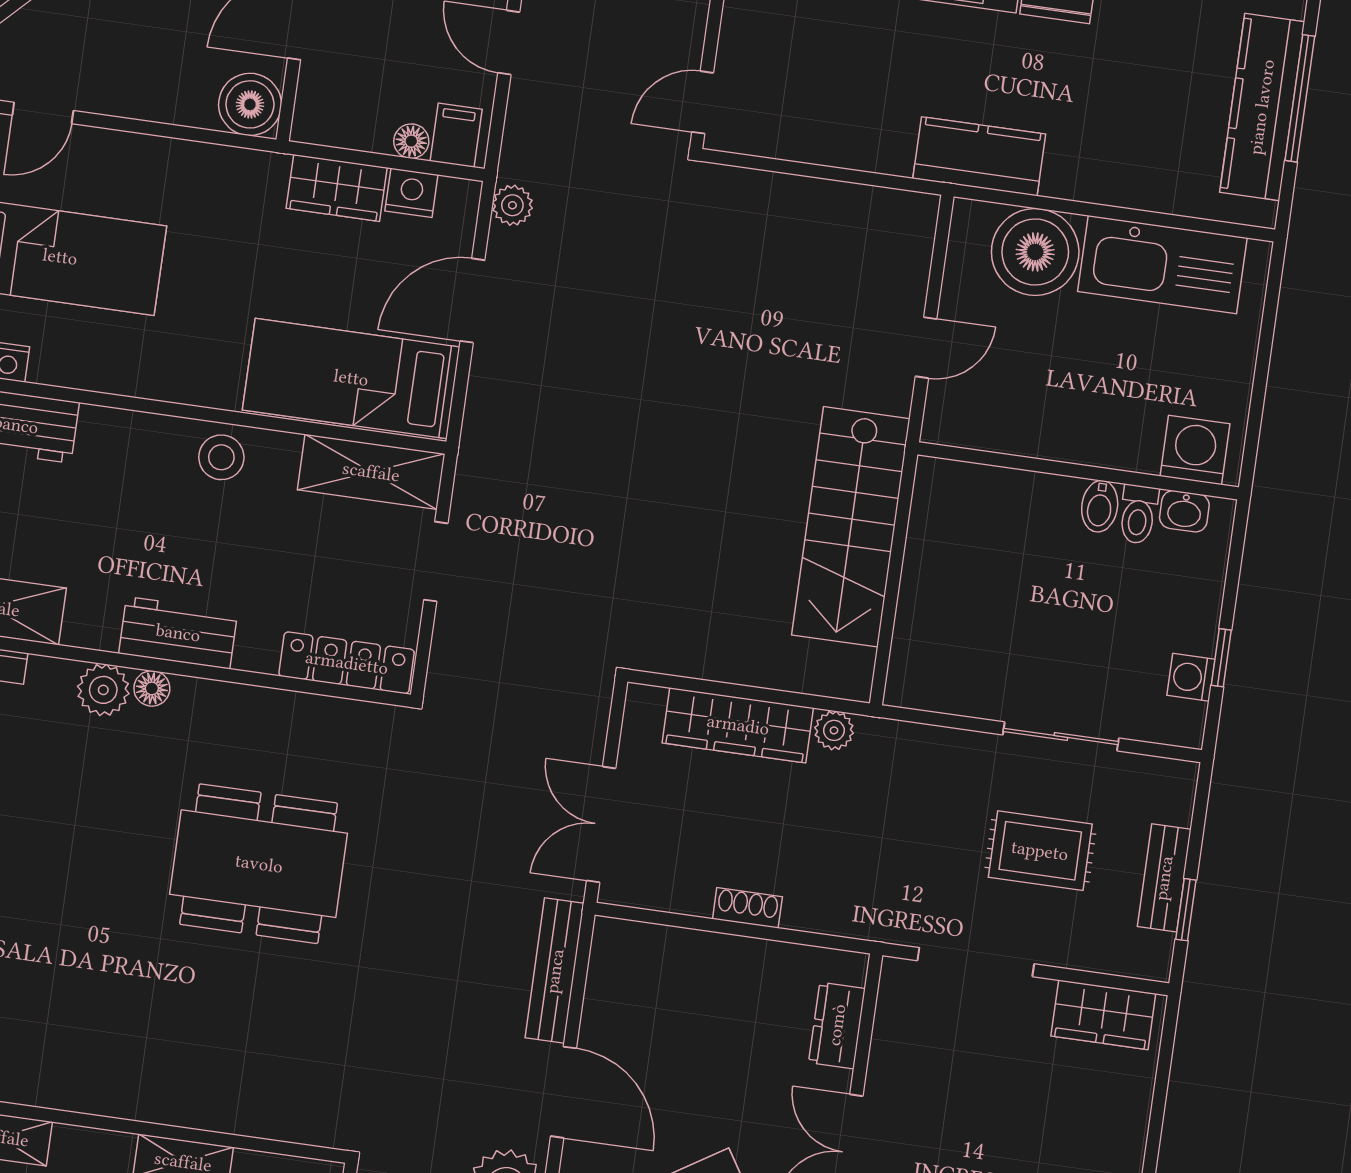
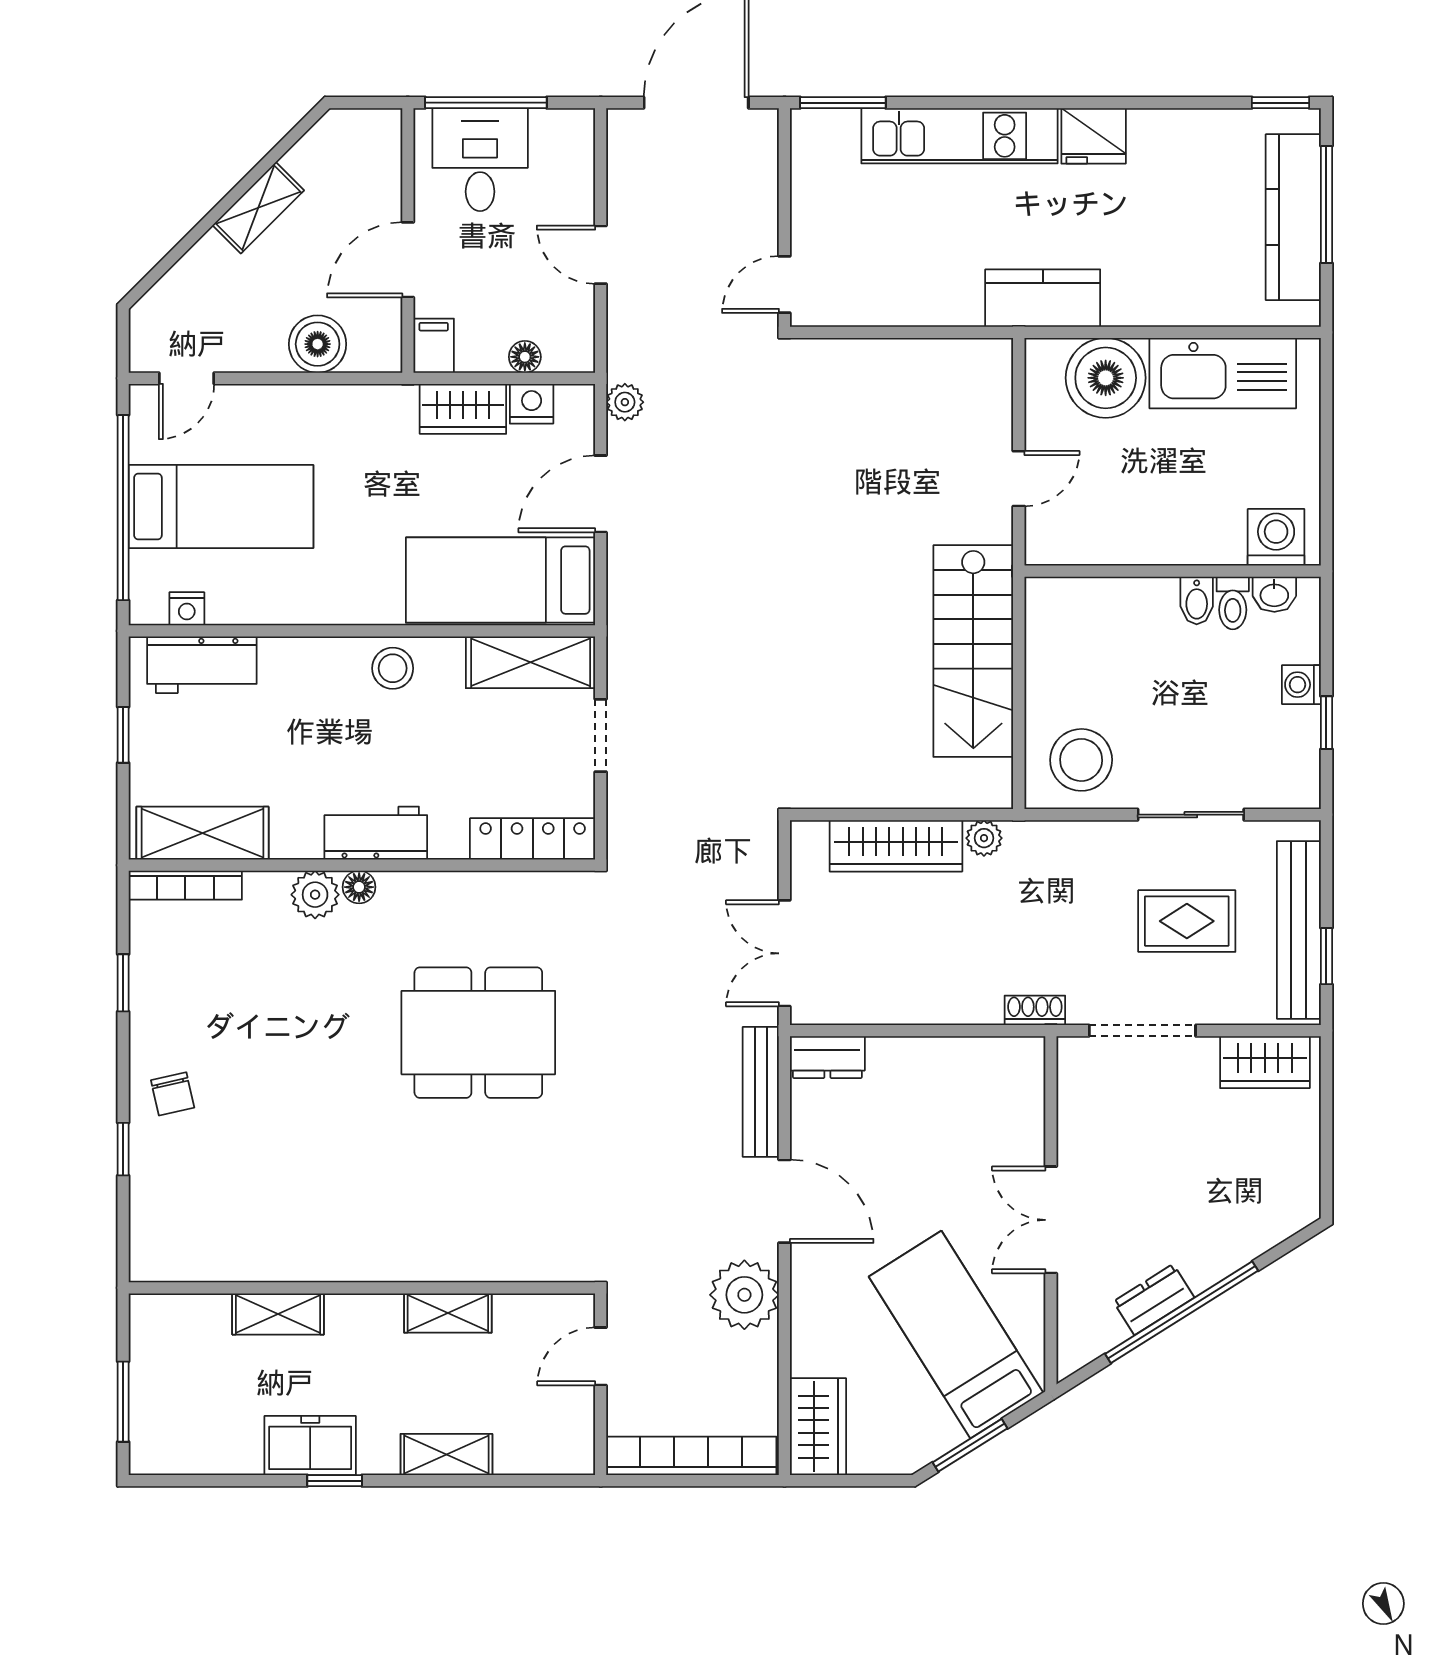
boiler: (250, 104) -> (318, 344), moved
filing cabinet: (456, 135) -> (434, 346), moved
stool: (951, 661) -> (1081, 760), added
washing machine: (1191, 677) -> (1301, 685), moved
bench: (1164, 878) -> (1299, 930), width x1.86, depth x1.21
shoe rack: (747, 908) -> (1035, 1010), moved
dresser: (837, 1025) -> (827, 1057), moved, turned -90

